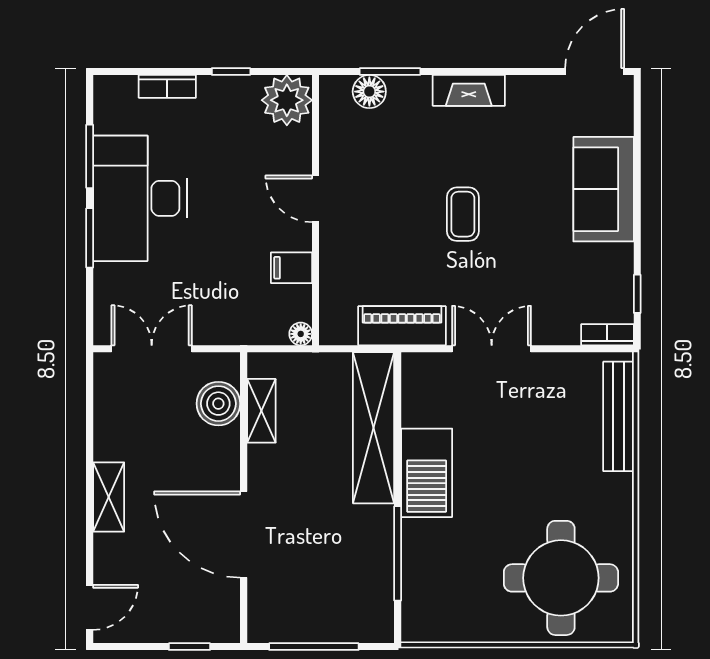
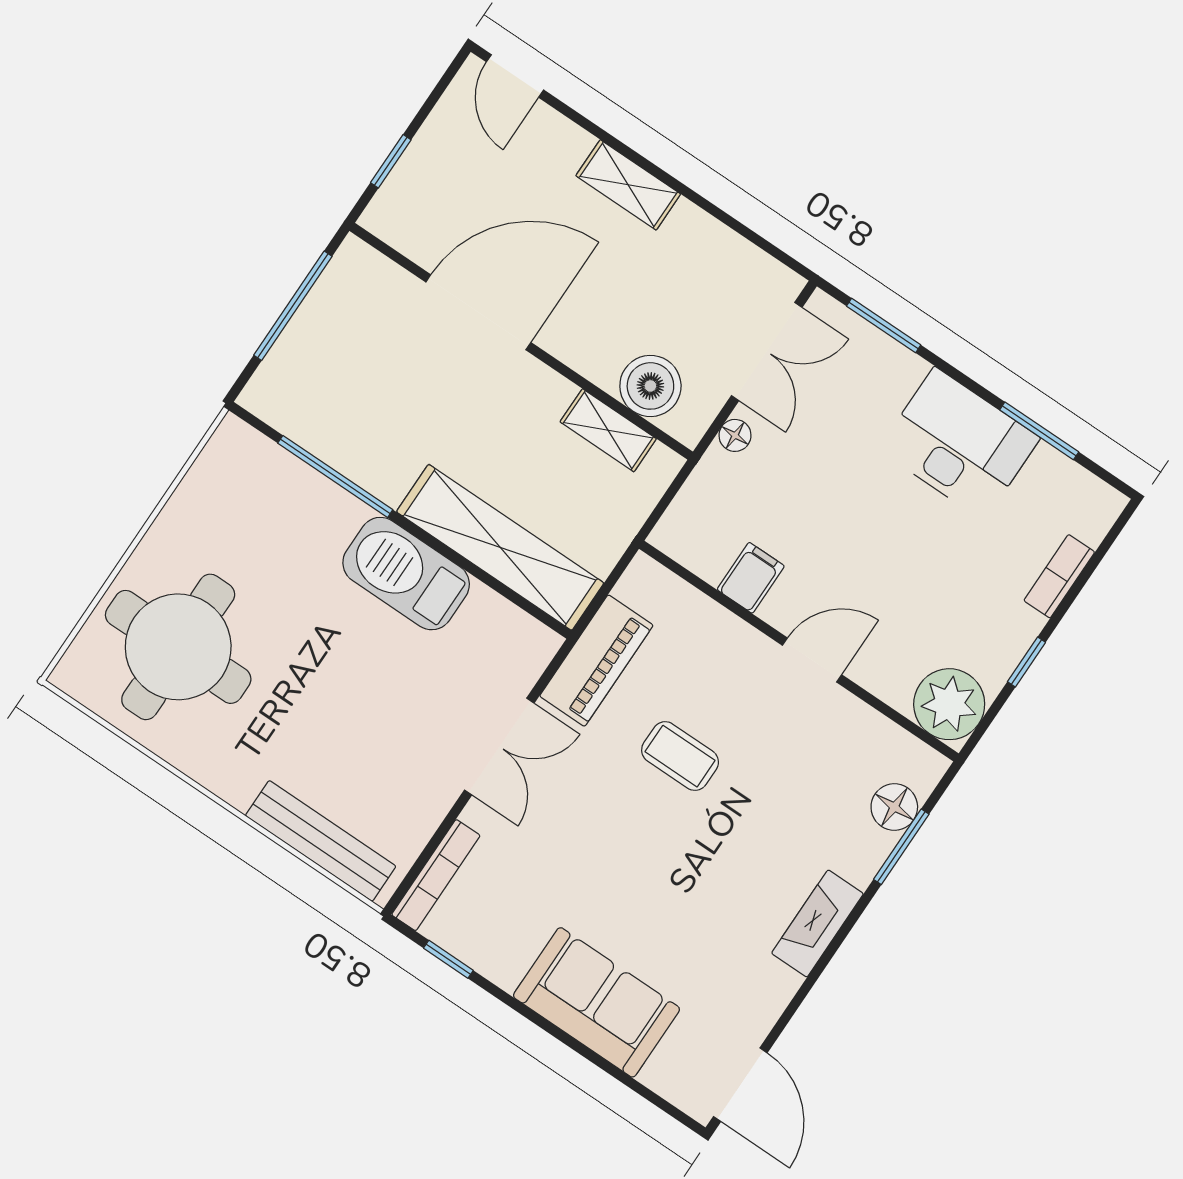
desk: (140, 198) -> (959, 444), width x0.73, depth x0.77
coffee table: (463, 214) -> (680, 756), moved
window: (90, 238) -> (884, 326), moved
floor lamp: (301, 334) -> (735, 435), moved
bookcase: (607, 335) -> (436, 875), width x1.56

